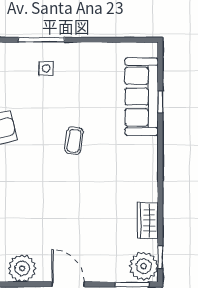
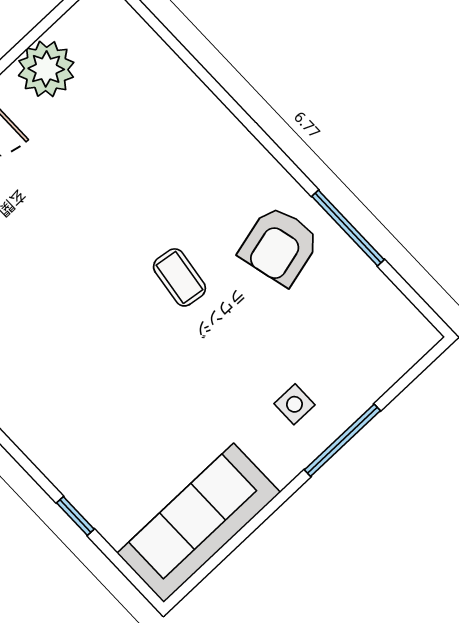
sofa: (142, 97) -> (199, 523), moved, turned -90
coffee table: (74, 141) -> (179, 277), moved

